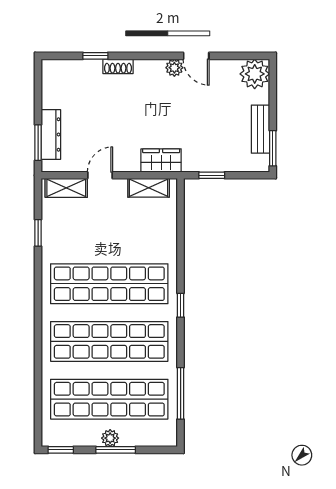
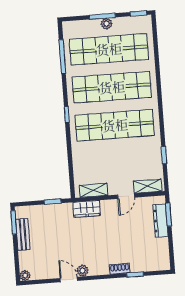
plant: (255, 74) -> (25, 275), width x0.53, depth x0.53

